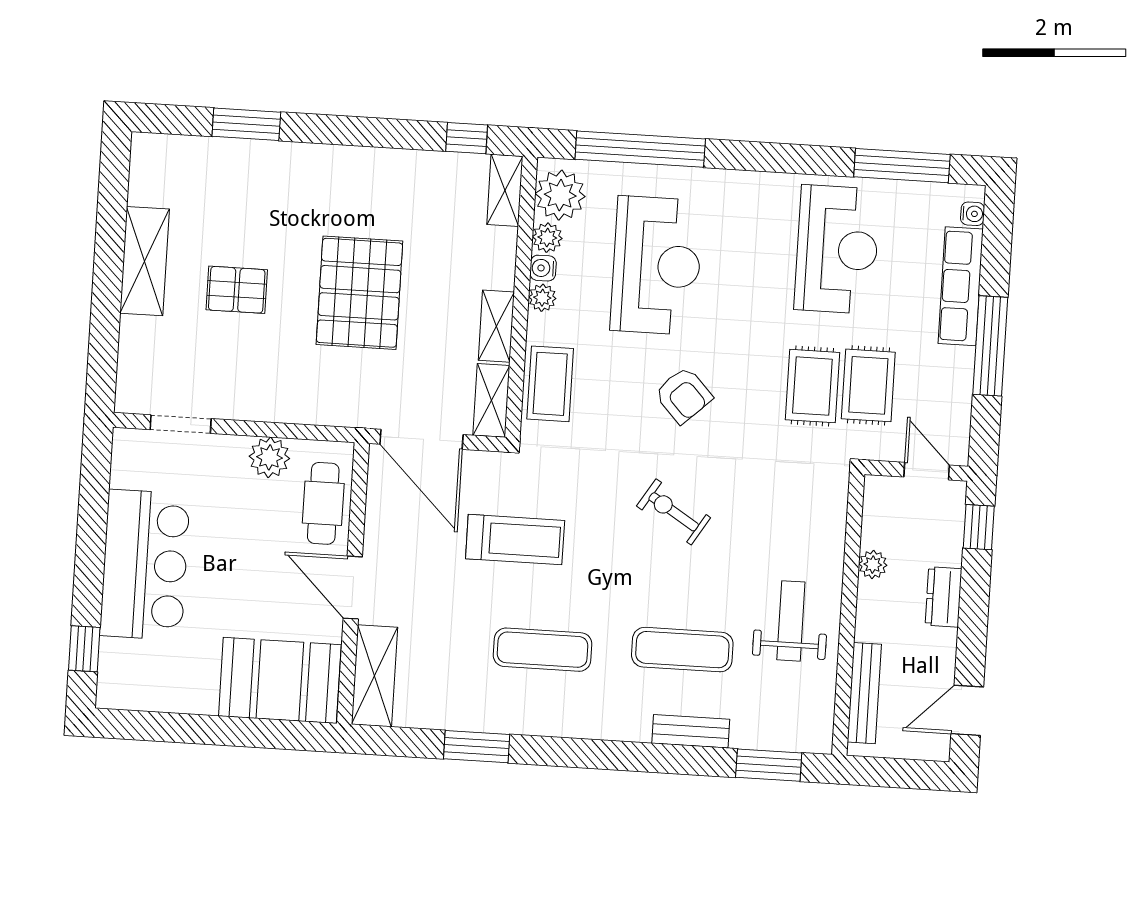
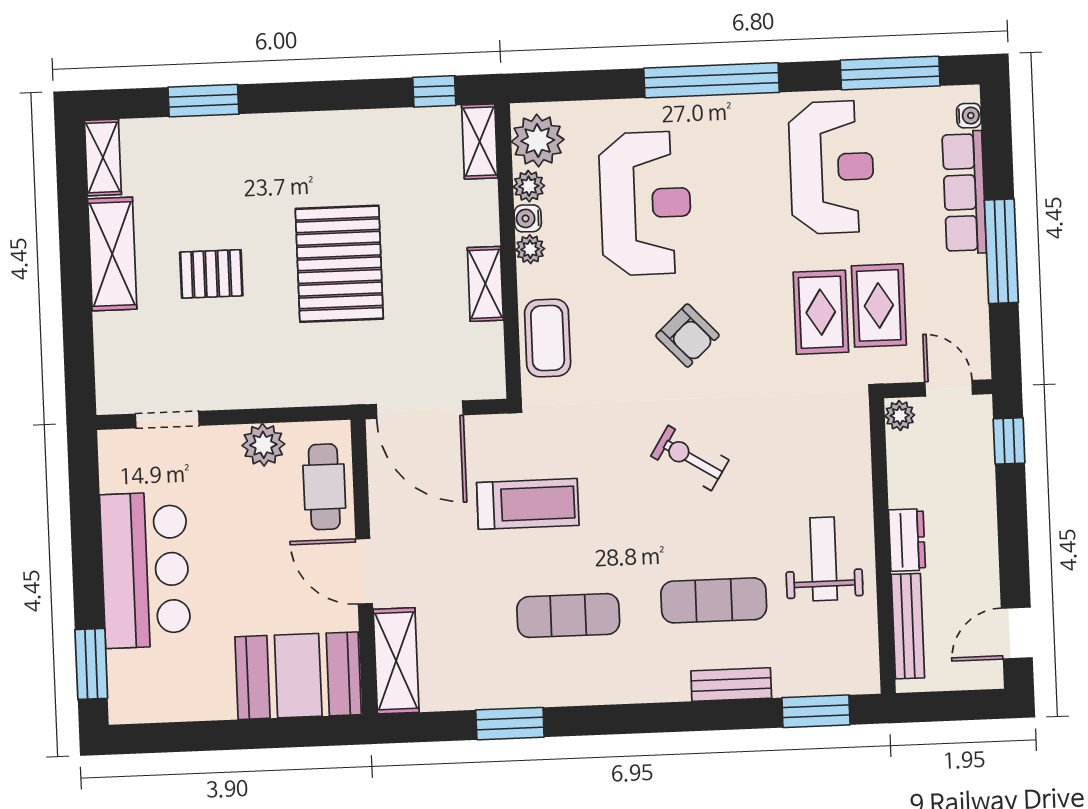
window: (640, 149) -> (711, 80), moved
shelving: (491, 400) -> (103, 157), moved
plant: (873, 565) -> (900, 415), moved
dresser: (944, 597) -> (907, 540), moved, turned 180
window: (84, 649) -> (91, 664), width x1.50

